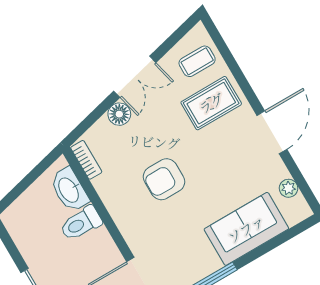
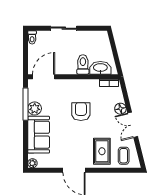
plant: (289, 188) -> (32, 163), moved
plant: (205, 262) -> (35, 108), added

